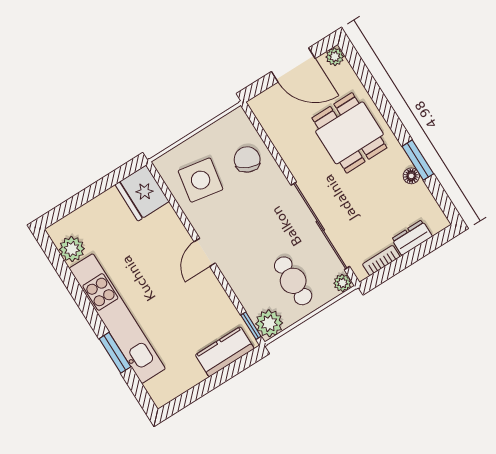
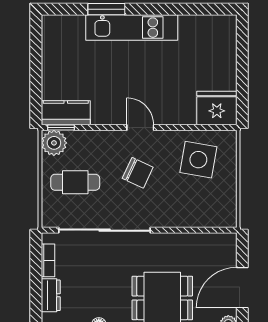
chair: (247, 160) -> (138, 173), moved
plant: (72, 249) -> (208, 26), removed
plant: (342, 283) -> (49, 219), removed
kitchen unit: (117, 319) -> (132, 28), width x0.73
kitchen counter: (225, 352) -> (66, 113), moved, turned -90

